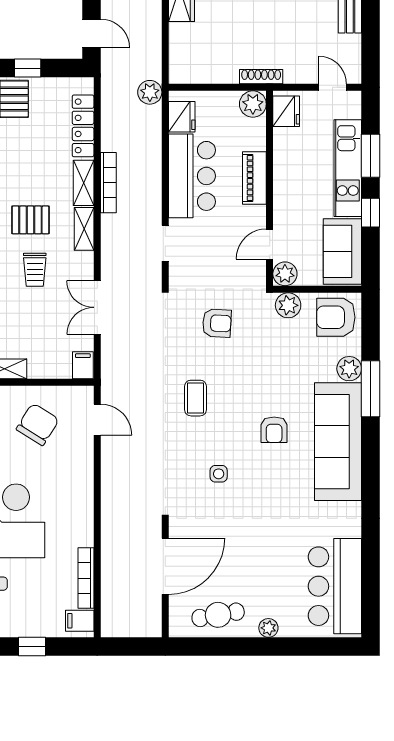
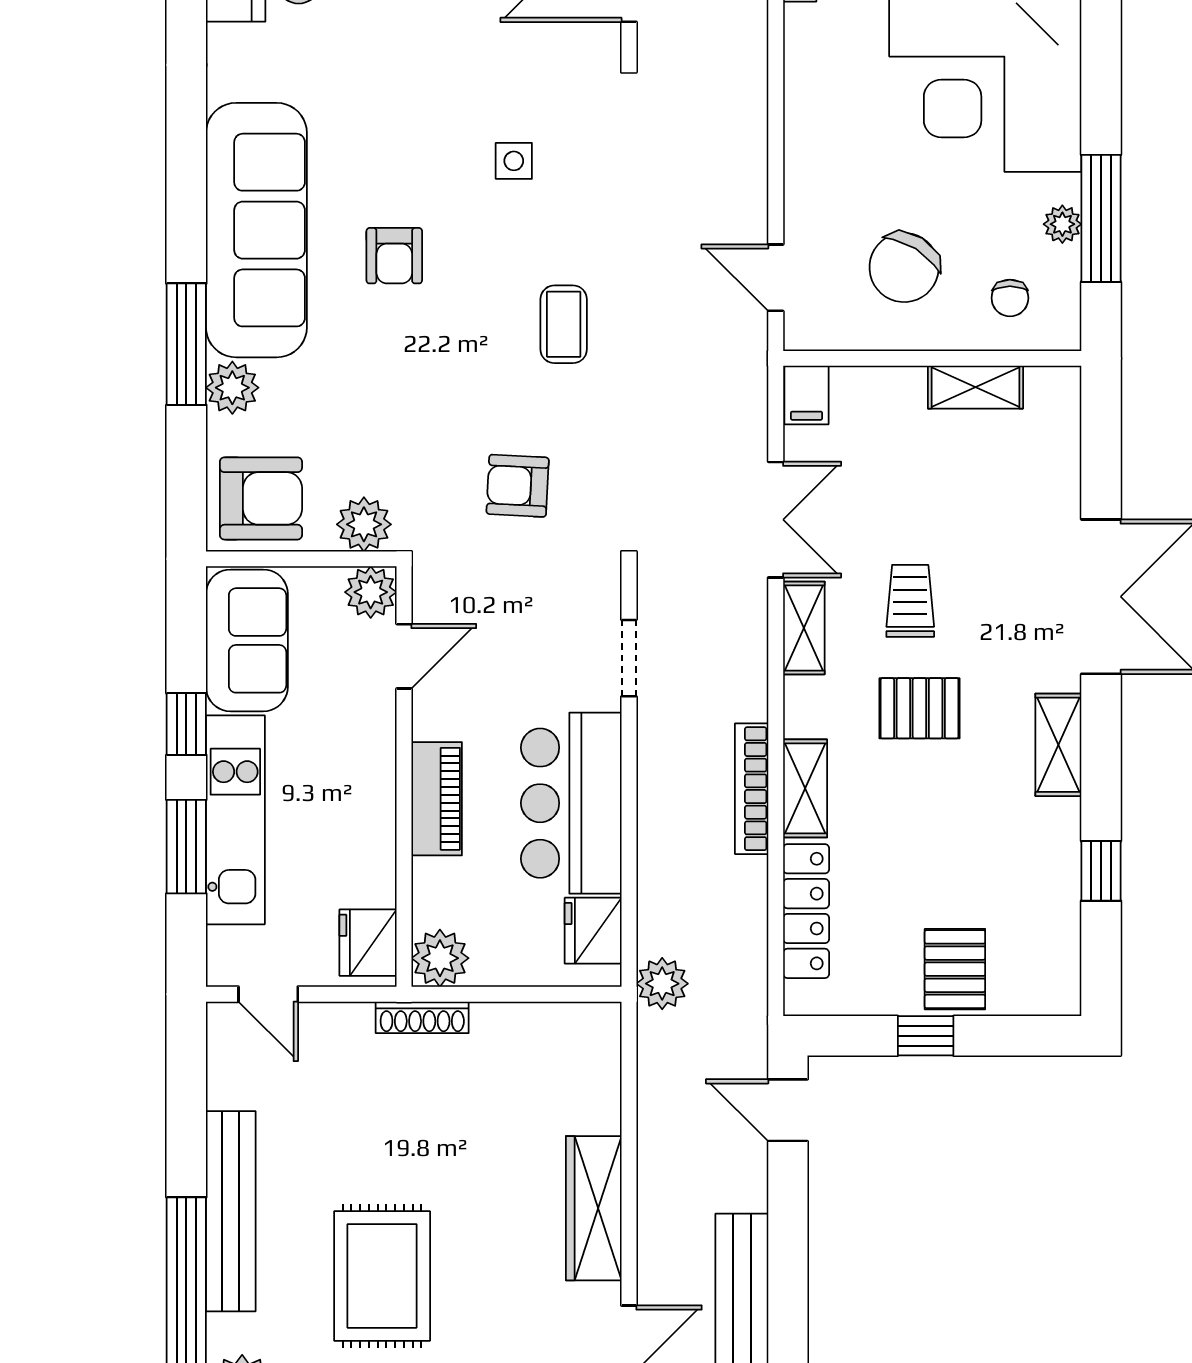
shelving: (84, 229) -> (804, 628), moved
armchair: (274, 430) -> (394, 256), turned 180

